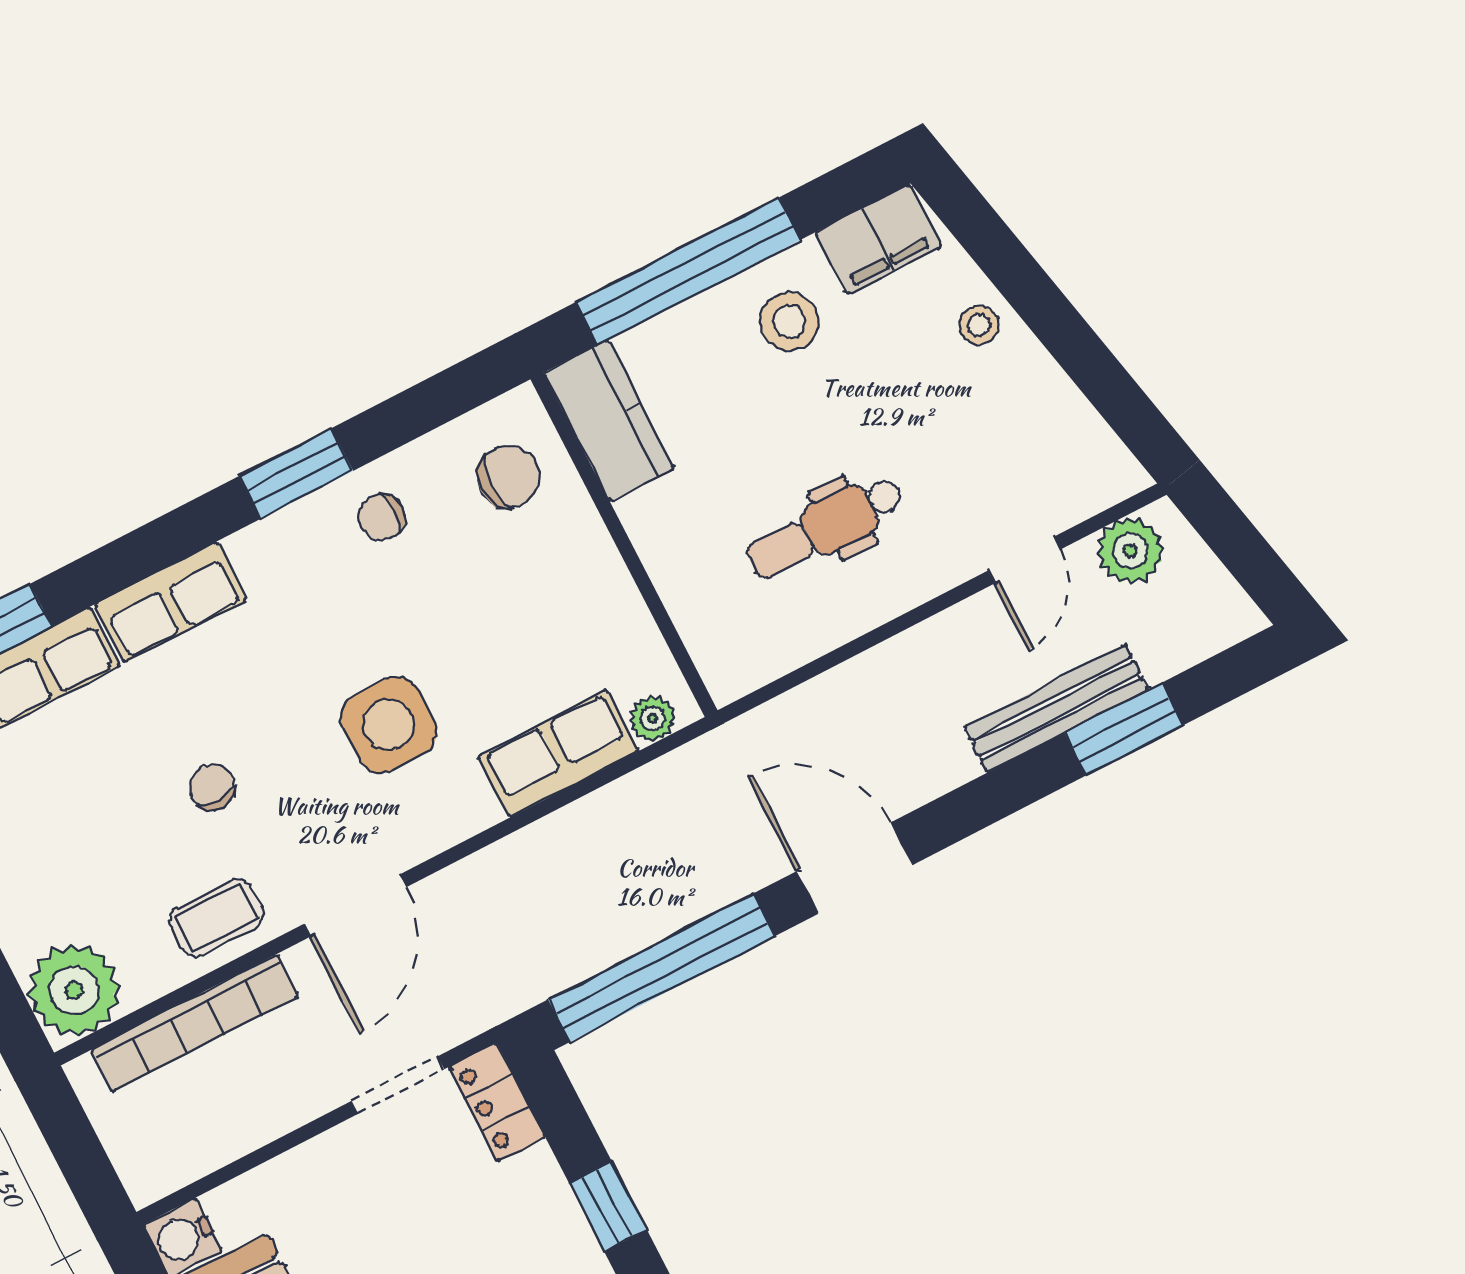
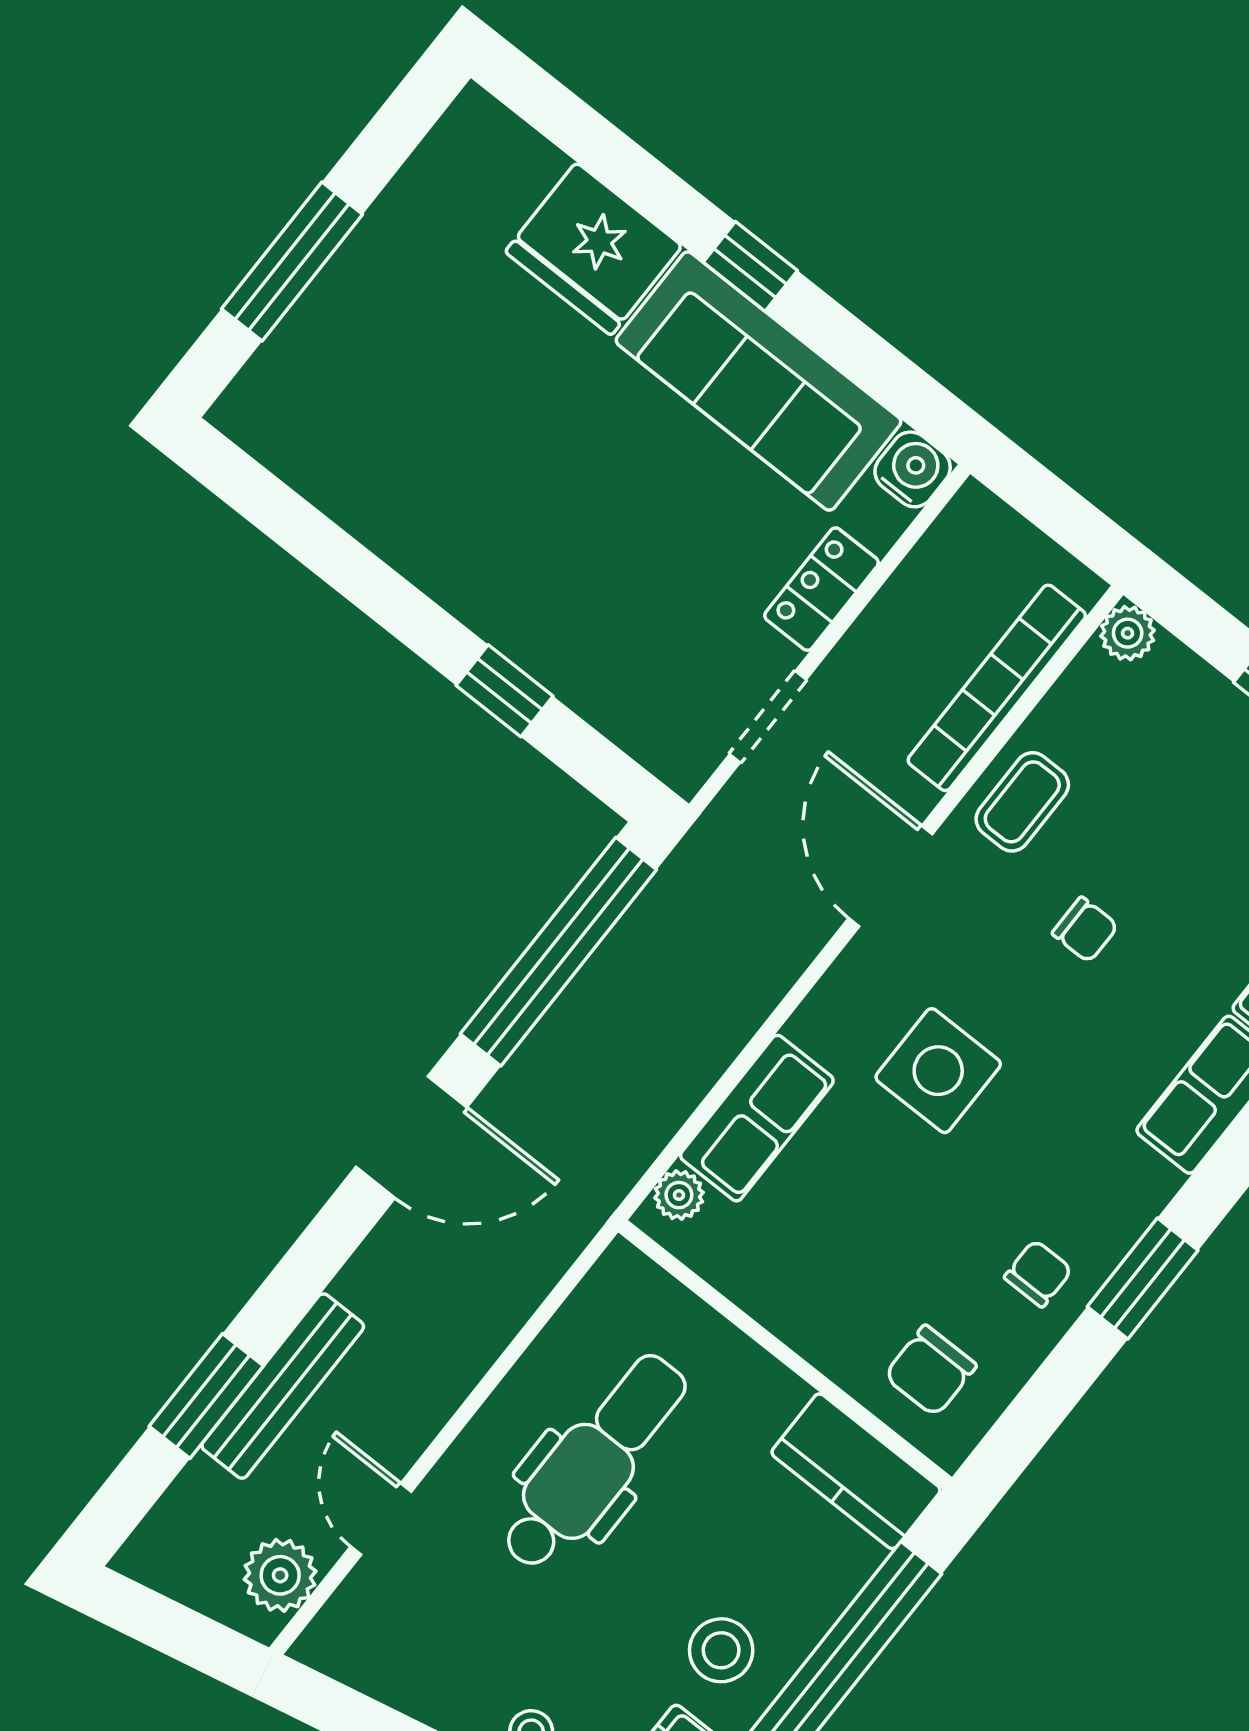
dental chair: (825, 527) -> (594, 1462), width x1.36, depth x1.38
plant: (74, 990) -> (1128, 633), width x0.53, depth x0.53
locker: (497, 1102) -> (822, 589), moved, turned -90

